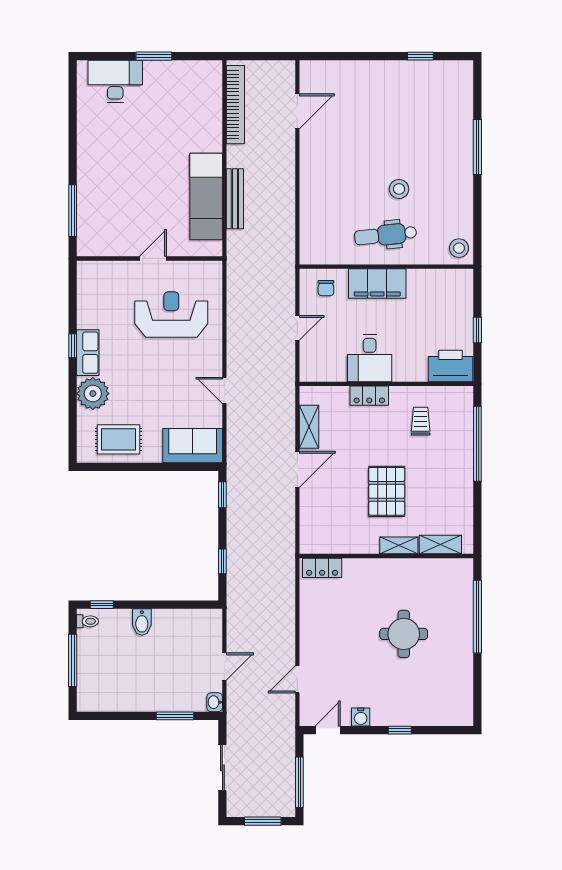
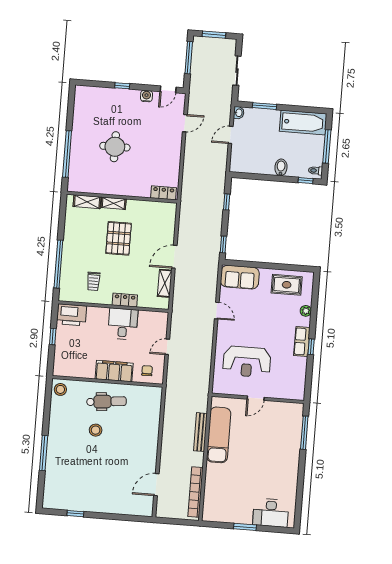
plant: (93, 394) -> (306, 311), width x0.53, depth x0.53
bathtub: (113, 695) -> (303, 122), added

